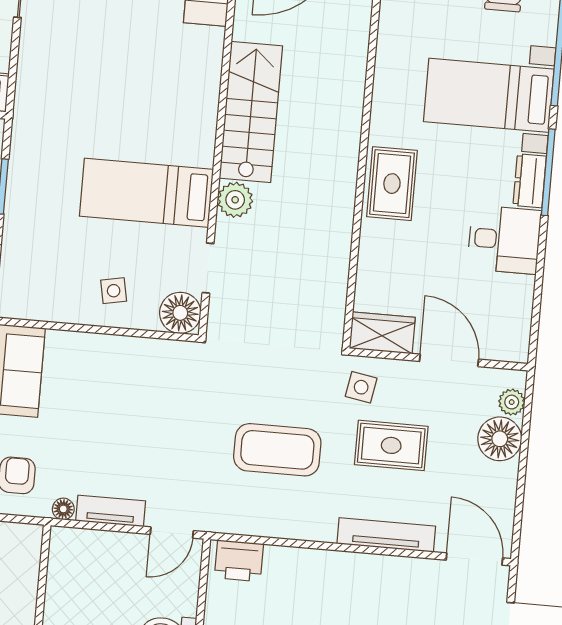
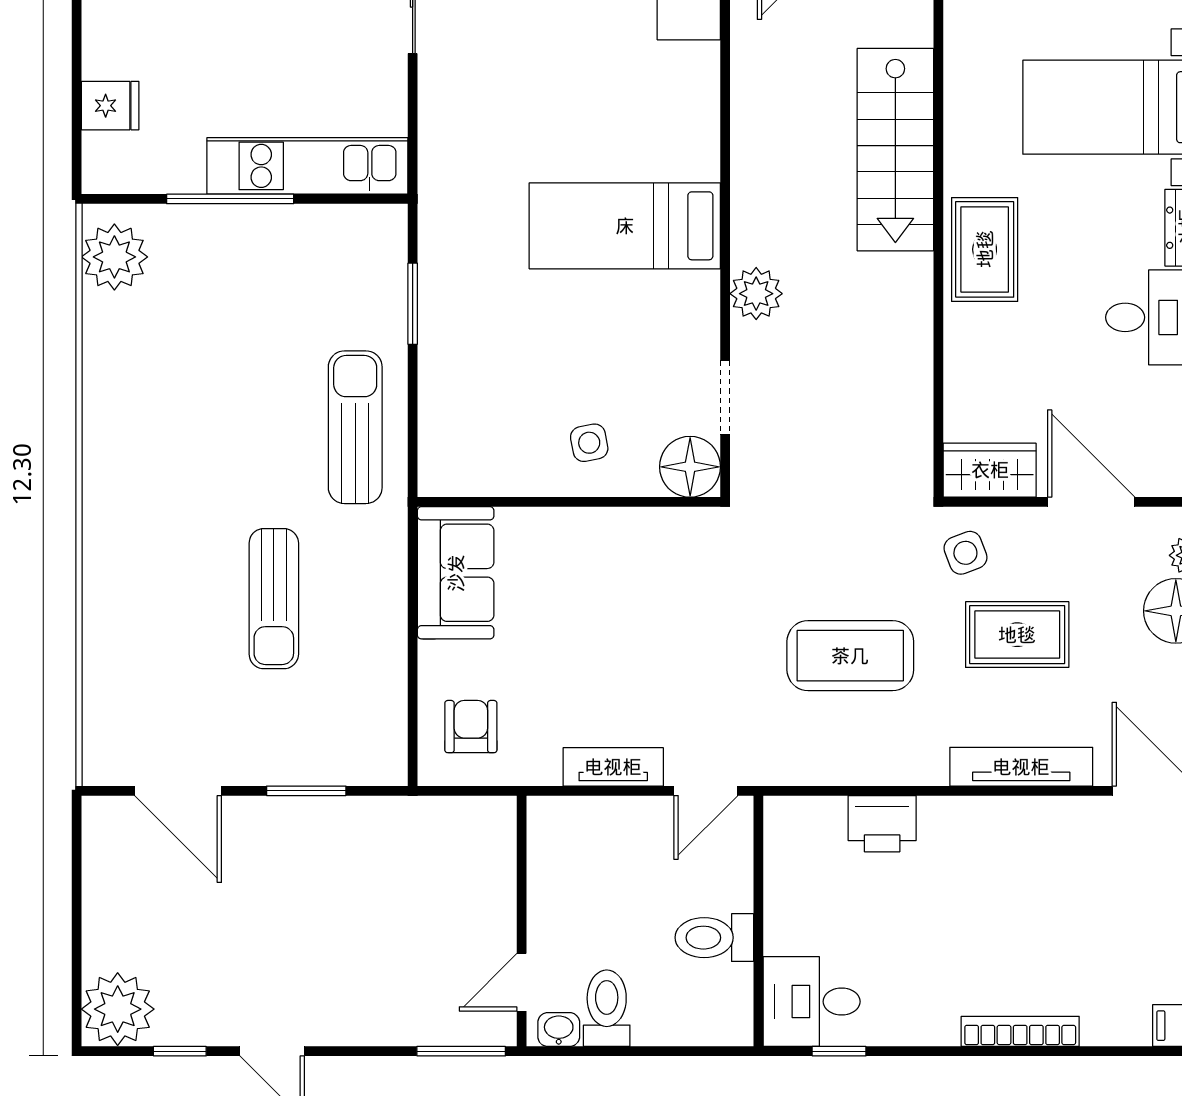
stairs: (251, 112) -> (895, 150), moved, turned 180
bed: (146, 193) -> (625, 226), moved
side table: (361, 387) -> (965, 553), turned -31
floor lamp: (63, 509) -> (543, 770), removed
printer: (239, 561) -> (882, 824), moved

